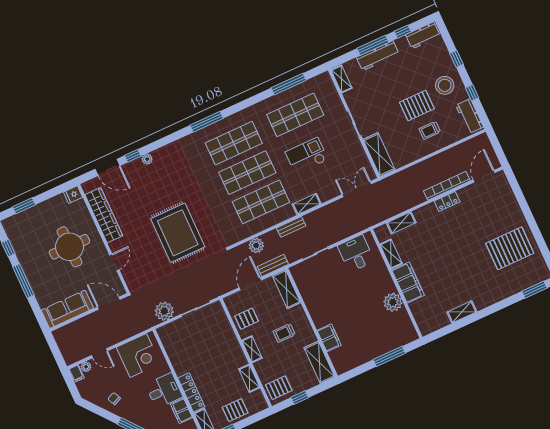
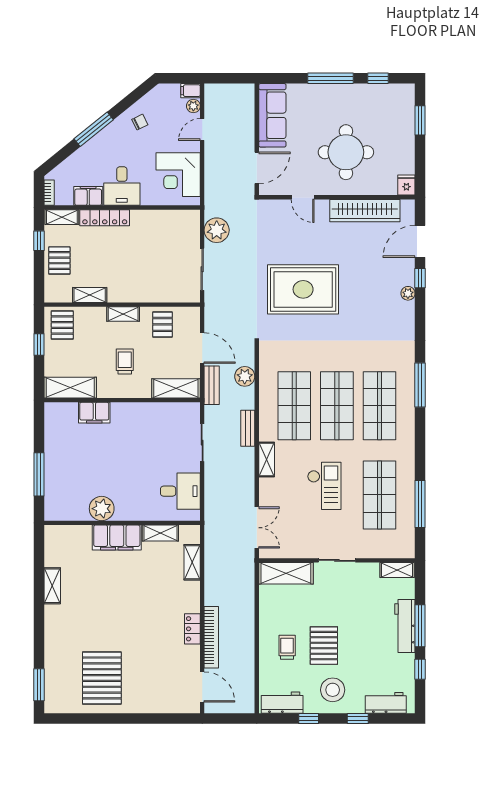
workbench: (423, 35) -> (386, 703), moved, turned 90

